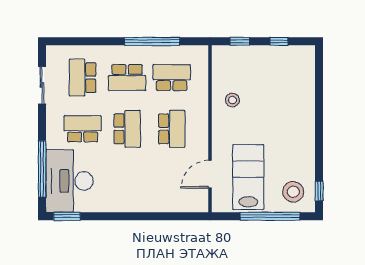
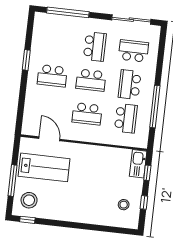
kitchen sink: (229, 55) -> (138, 164), added
sliding door: (42, 85) -> (131, 20), width x1.37
stool: (232, 100) -> (124, 205), moved
school desk: (127, 180) -> (52, 76), added
desk: (69, 181) -> (56, 32), removed
window: (67, 216) -> (26, 60), moved
window: (270, 216) -> (13, 180), width x0.68

